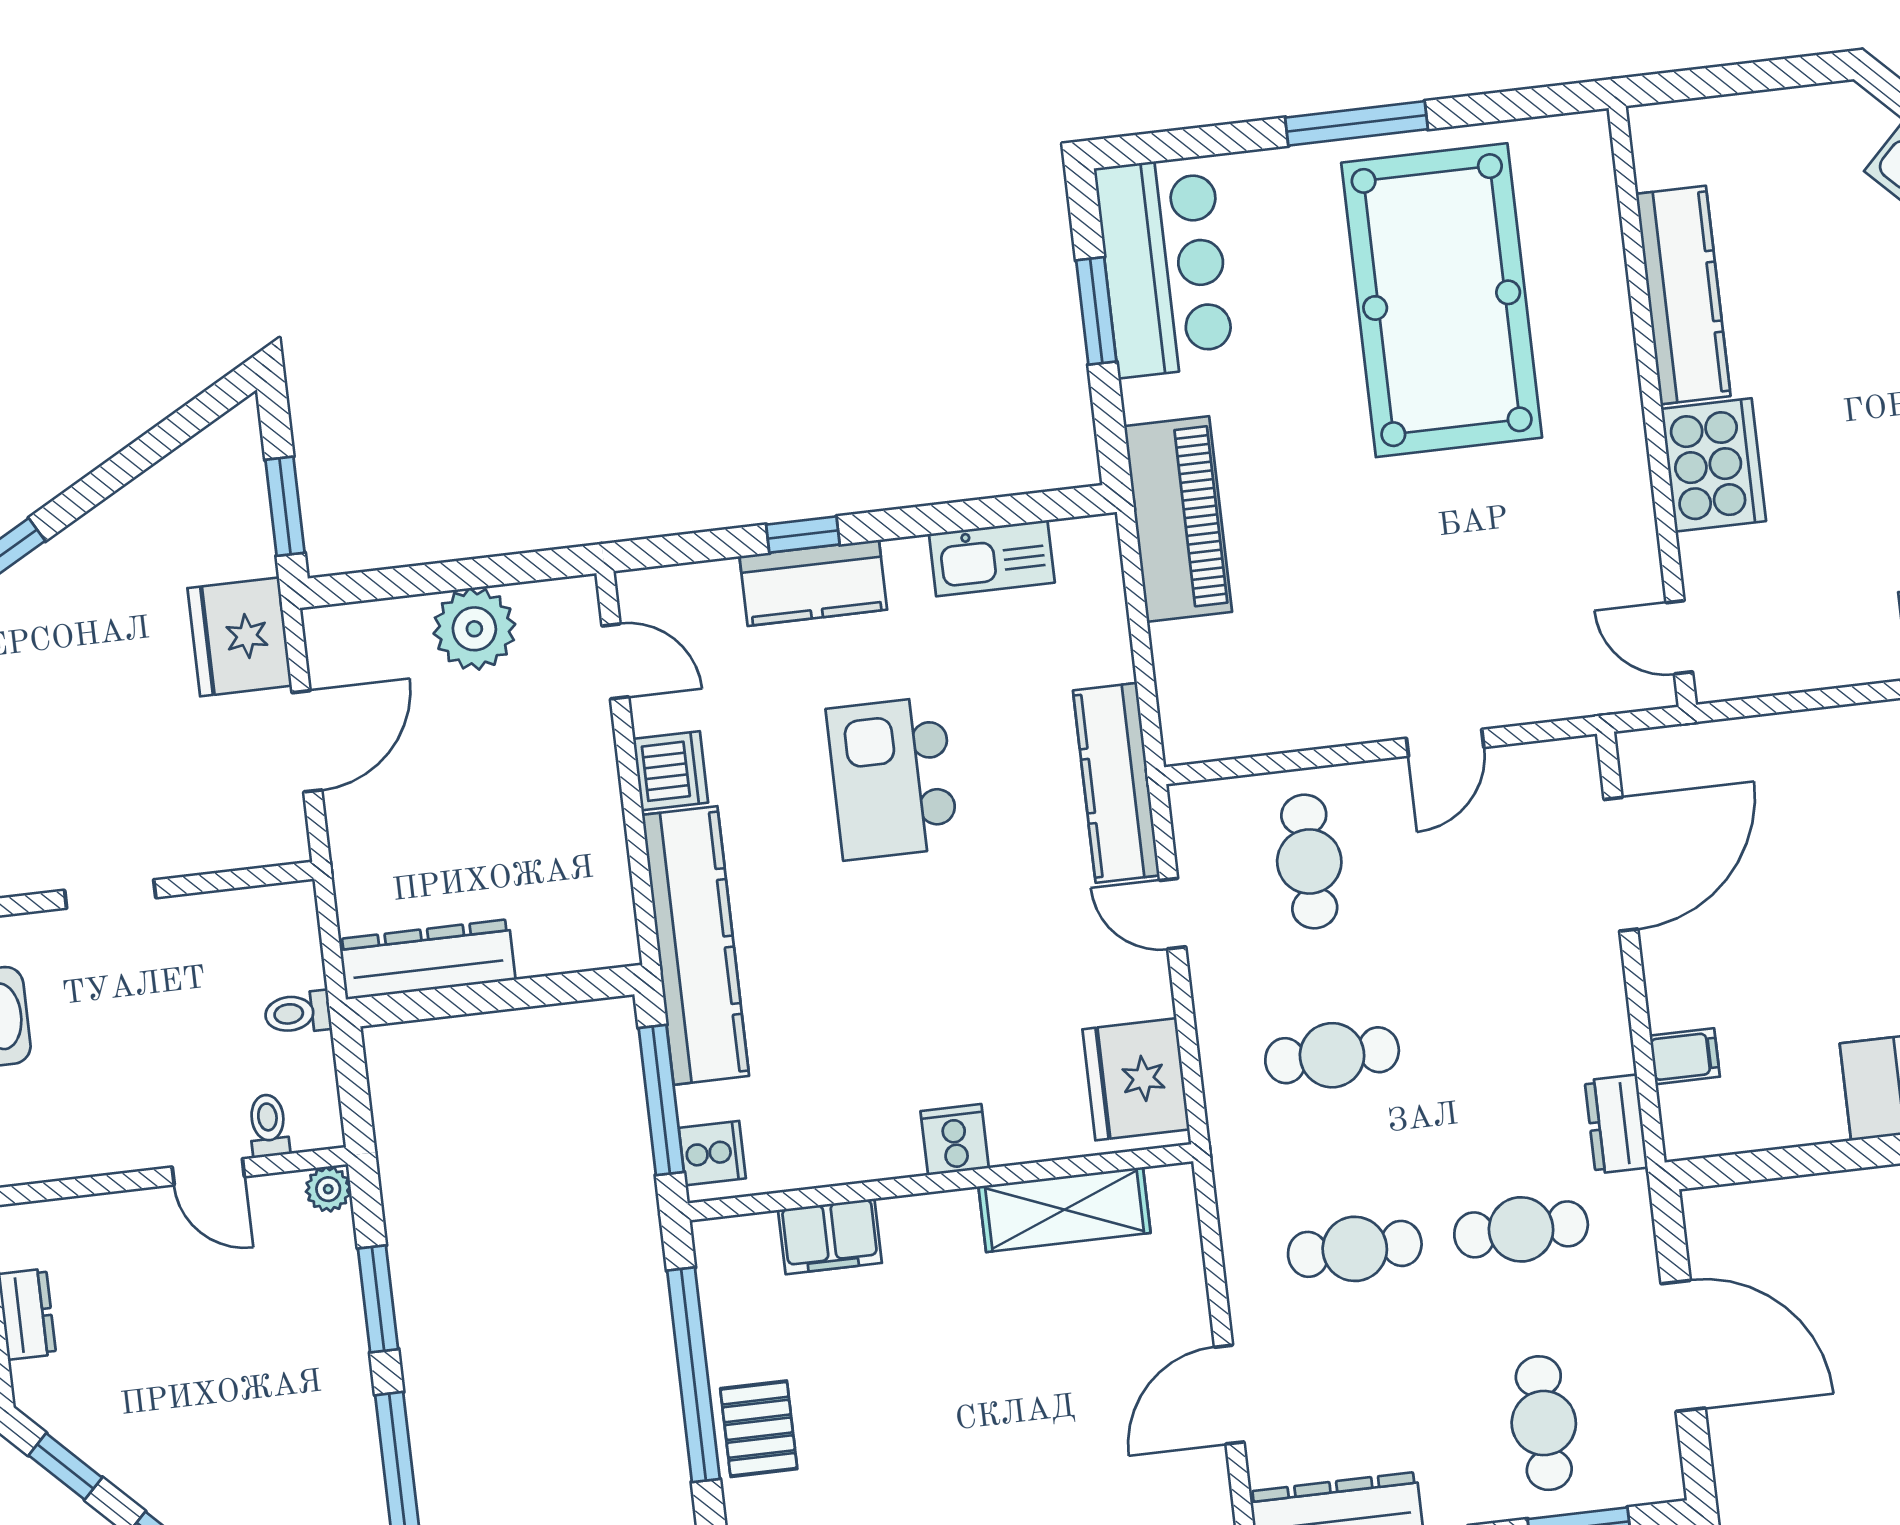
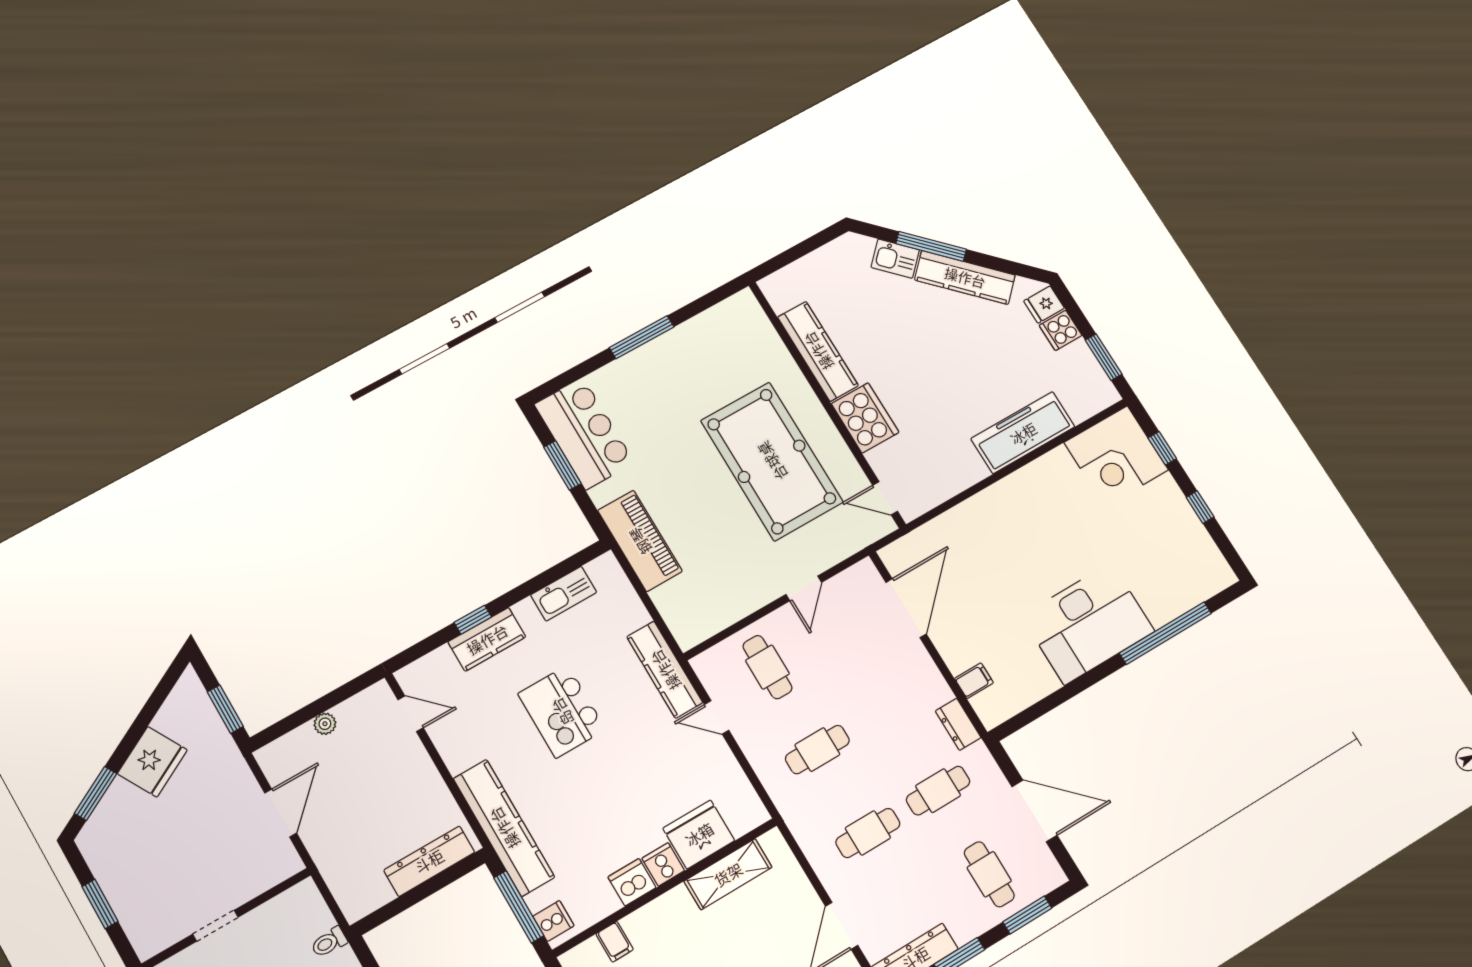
pool table: (1442, 300) -> (772, 461), moved
plant: (474, 629) -> (325, 724), width x0.53, depth x0.53
fridge: (240, 637) -> (152, 762), moved, turned -119
dishwasher: (671, 771) -> (632, 882), moved, turned -90
dresser: (427, 959) -> (429, 861), moved
fridge: (1136, 1079) -> (699, 834), moved, turned 90
filing cabinet: (830, 1236) -> (615, 942), width x0.50

